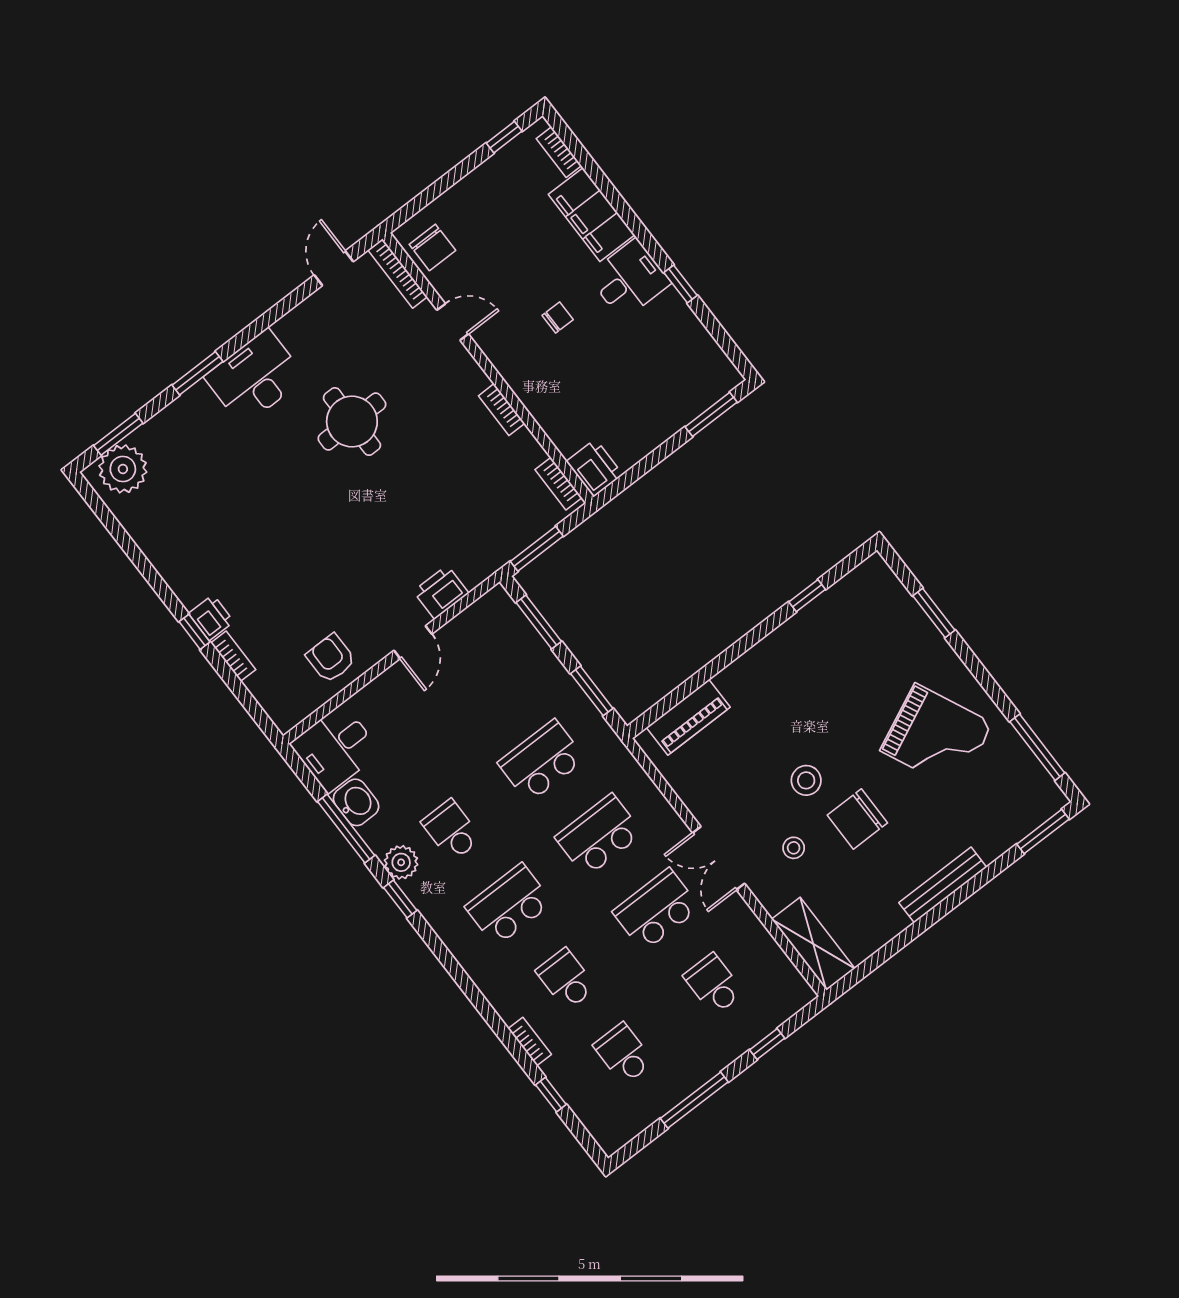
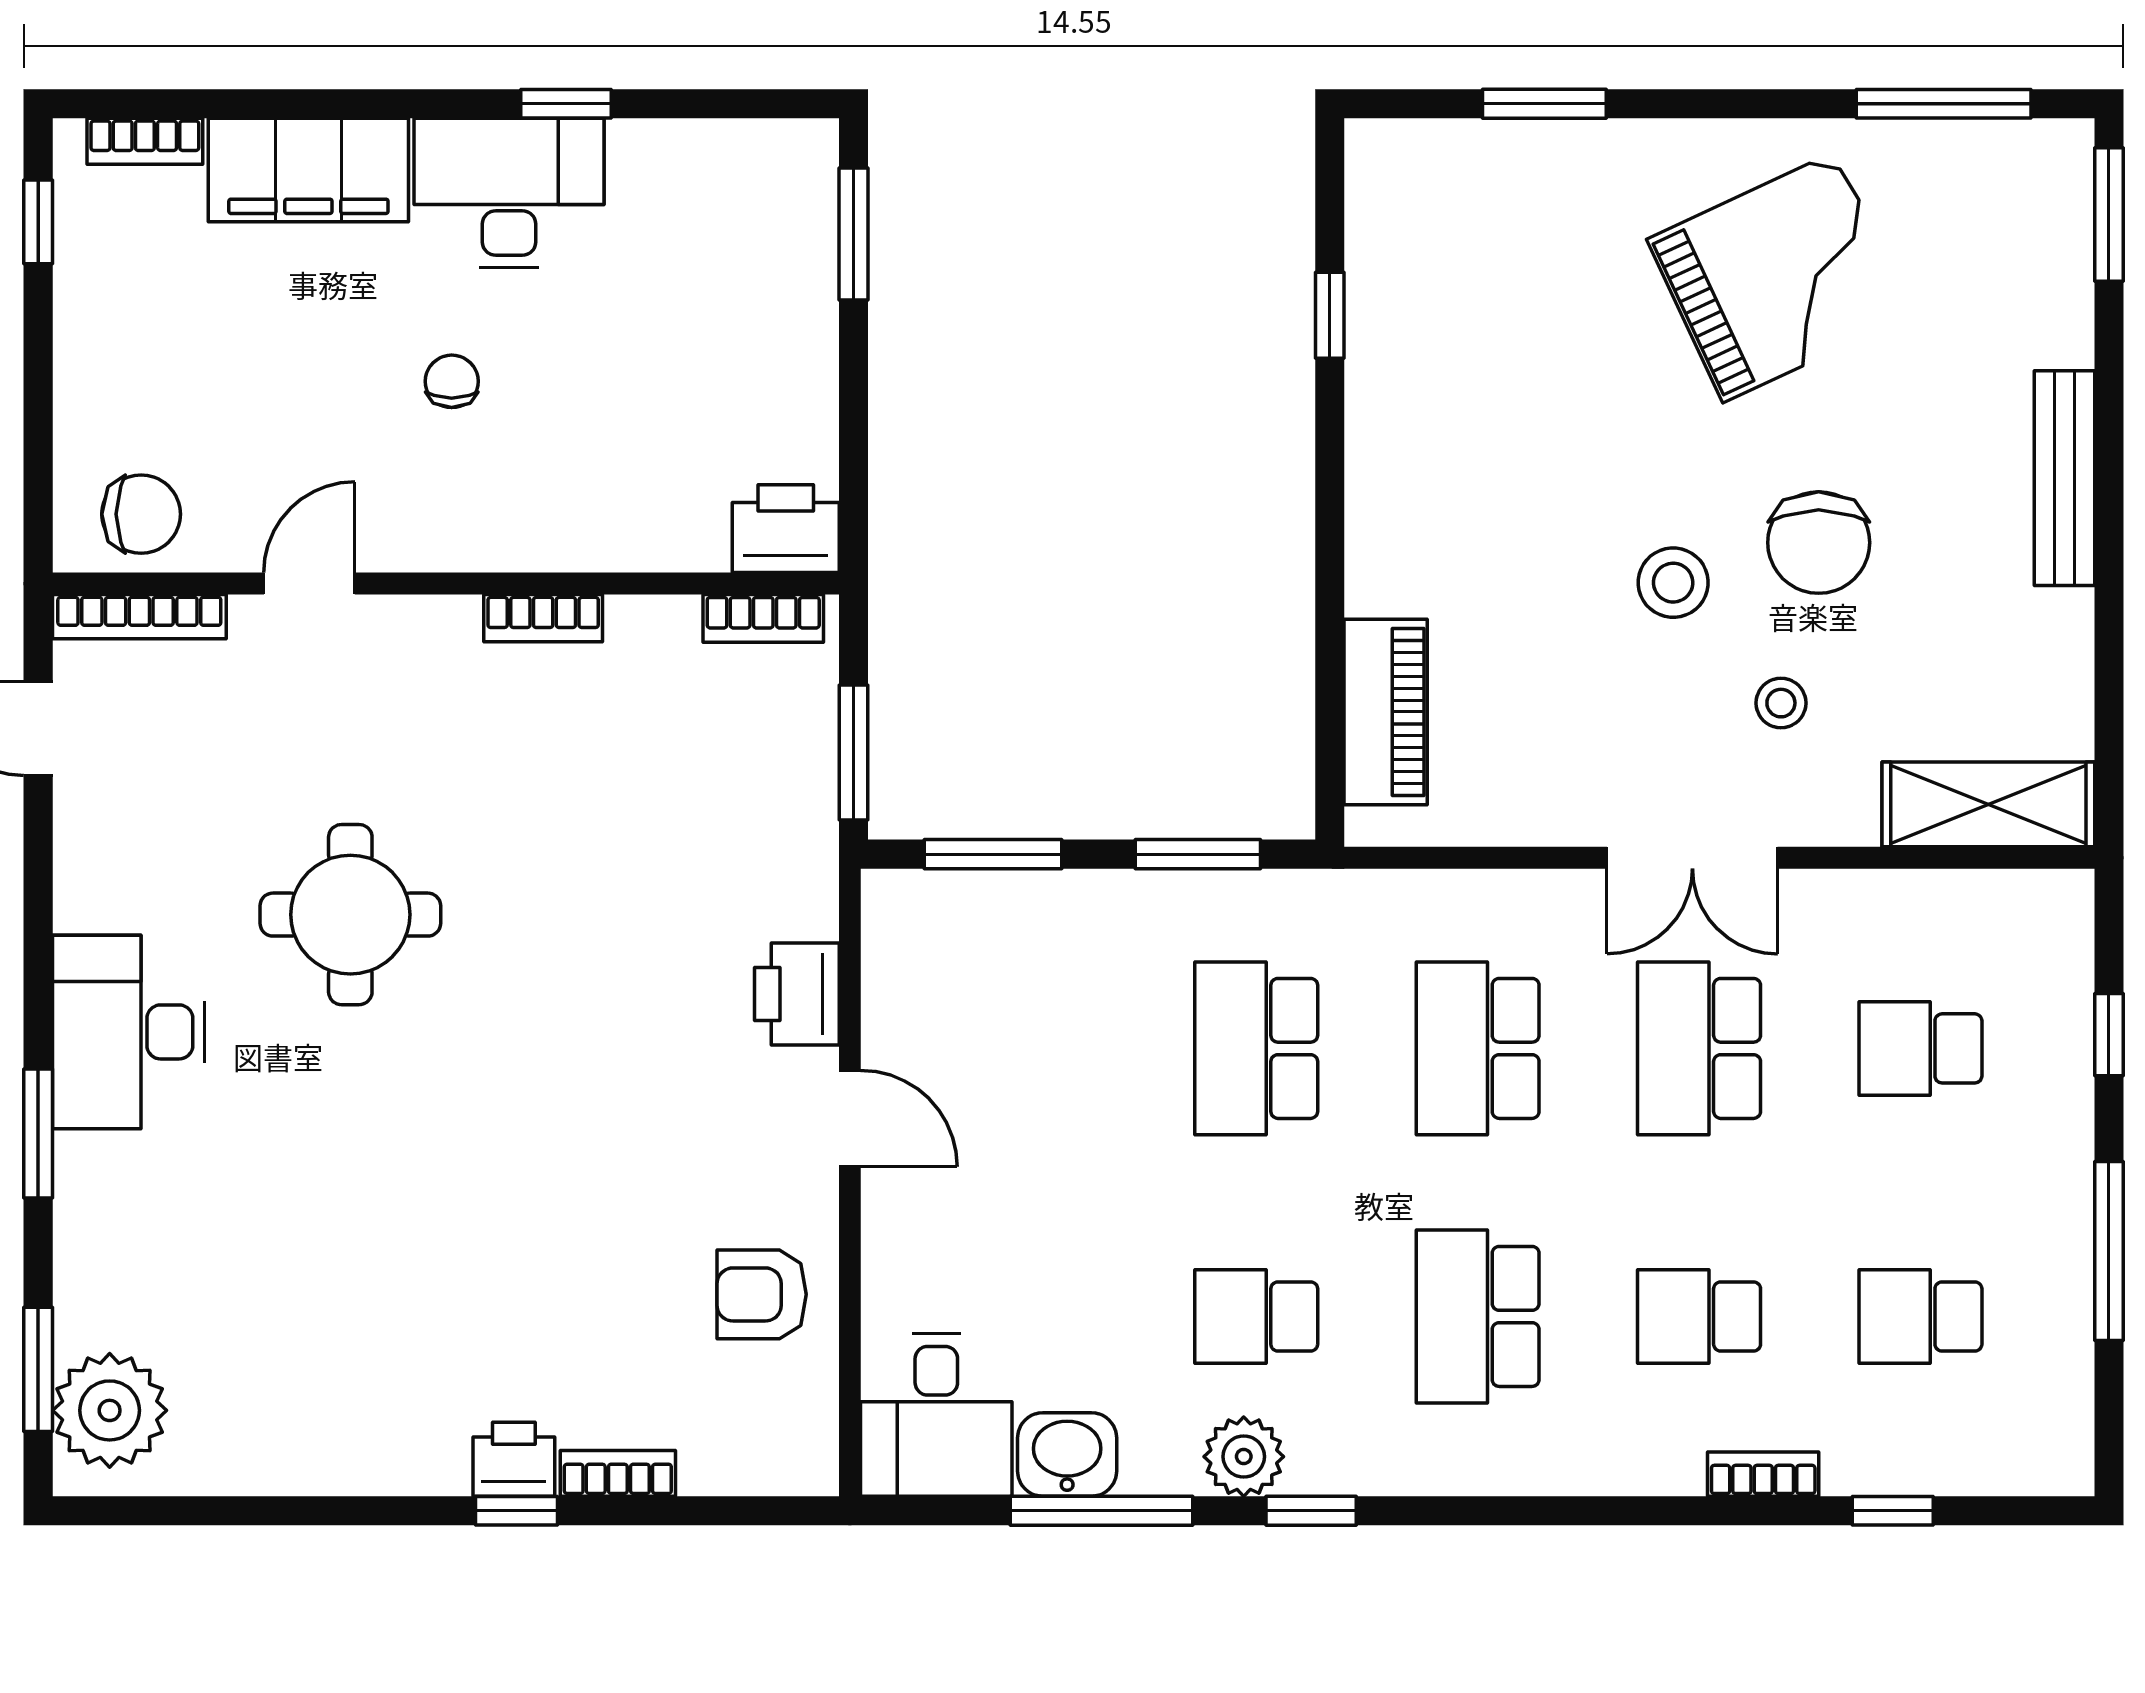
desk: (629, 279) -> (509, 193), width x1.37

